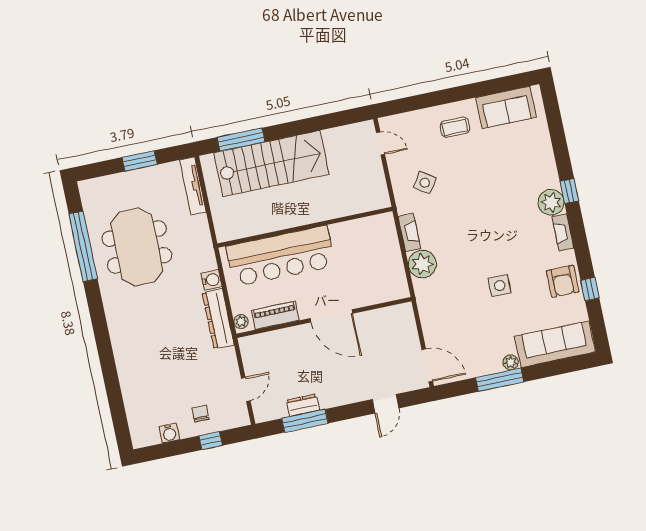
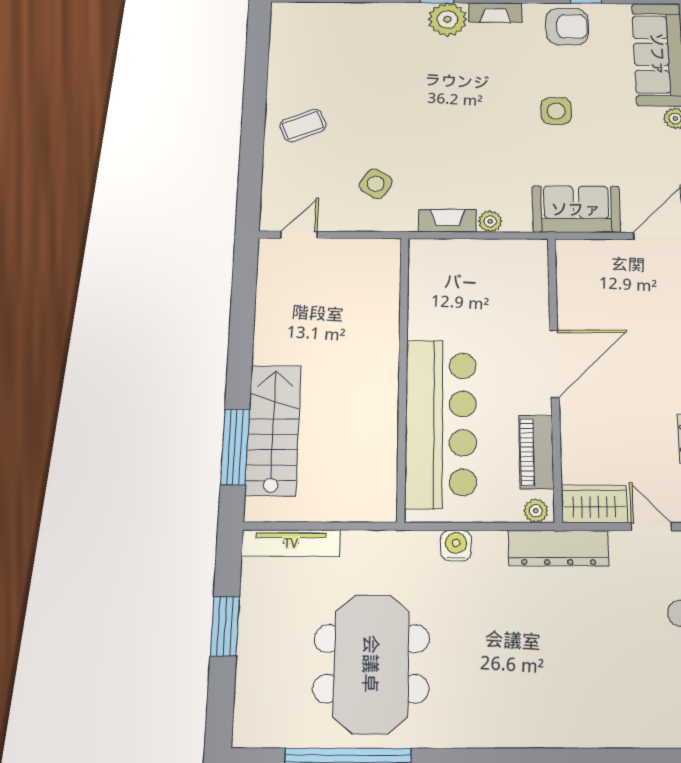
sofa: (506, 107) -> (576, 209), moved, turned -90
coffee table: (455, 127) -> (303, 125), turned 68
stairs: (271, 164) -> (273, 430), width x0.73, depth x0.66
meeting table: (137, 247) -> (371, 664), turned 90
plant: (422, 264) -> (490, 221), width x0.53, depth x0.53
dresser: (218, 319) -> (558, 548), moved
wardrobe: (252, 354) -> (594, 504), added

